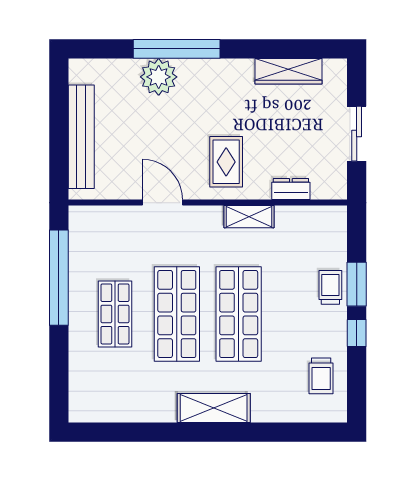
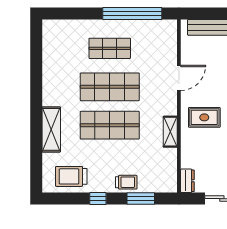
dresser: (291, 189) -> (187, 181), moved
window: (357, 284) -> (141, 199), moved
trolley: (321, 376) -> (71, 176), width x1.36, depth x1.39
shelving: (214, 408) -> (51, 129), moved

